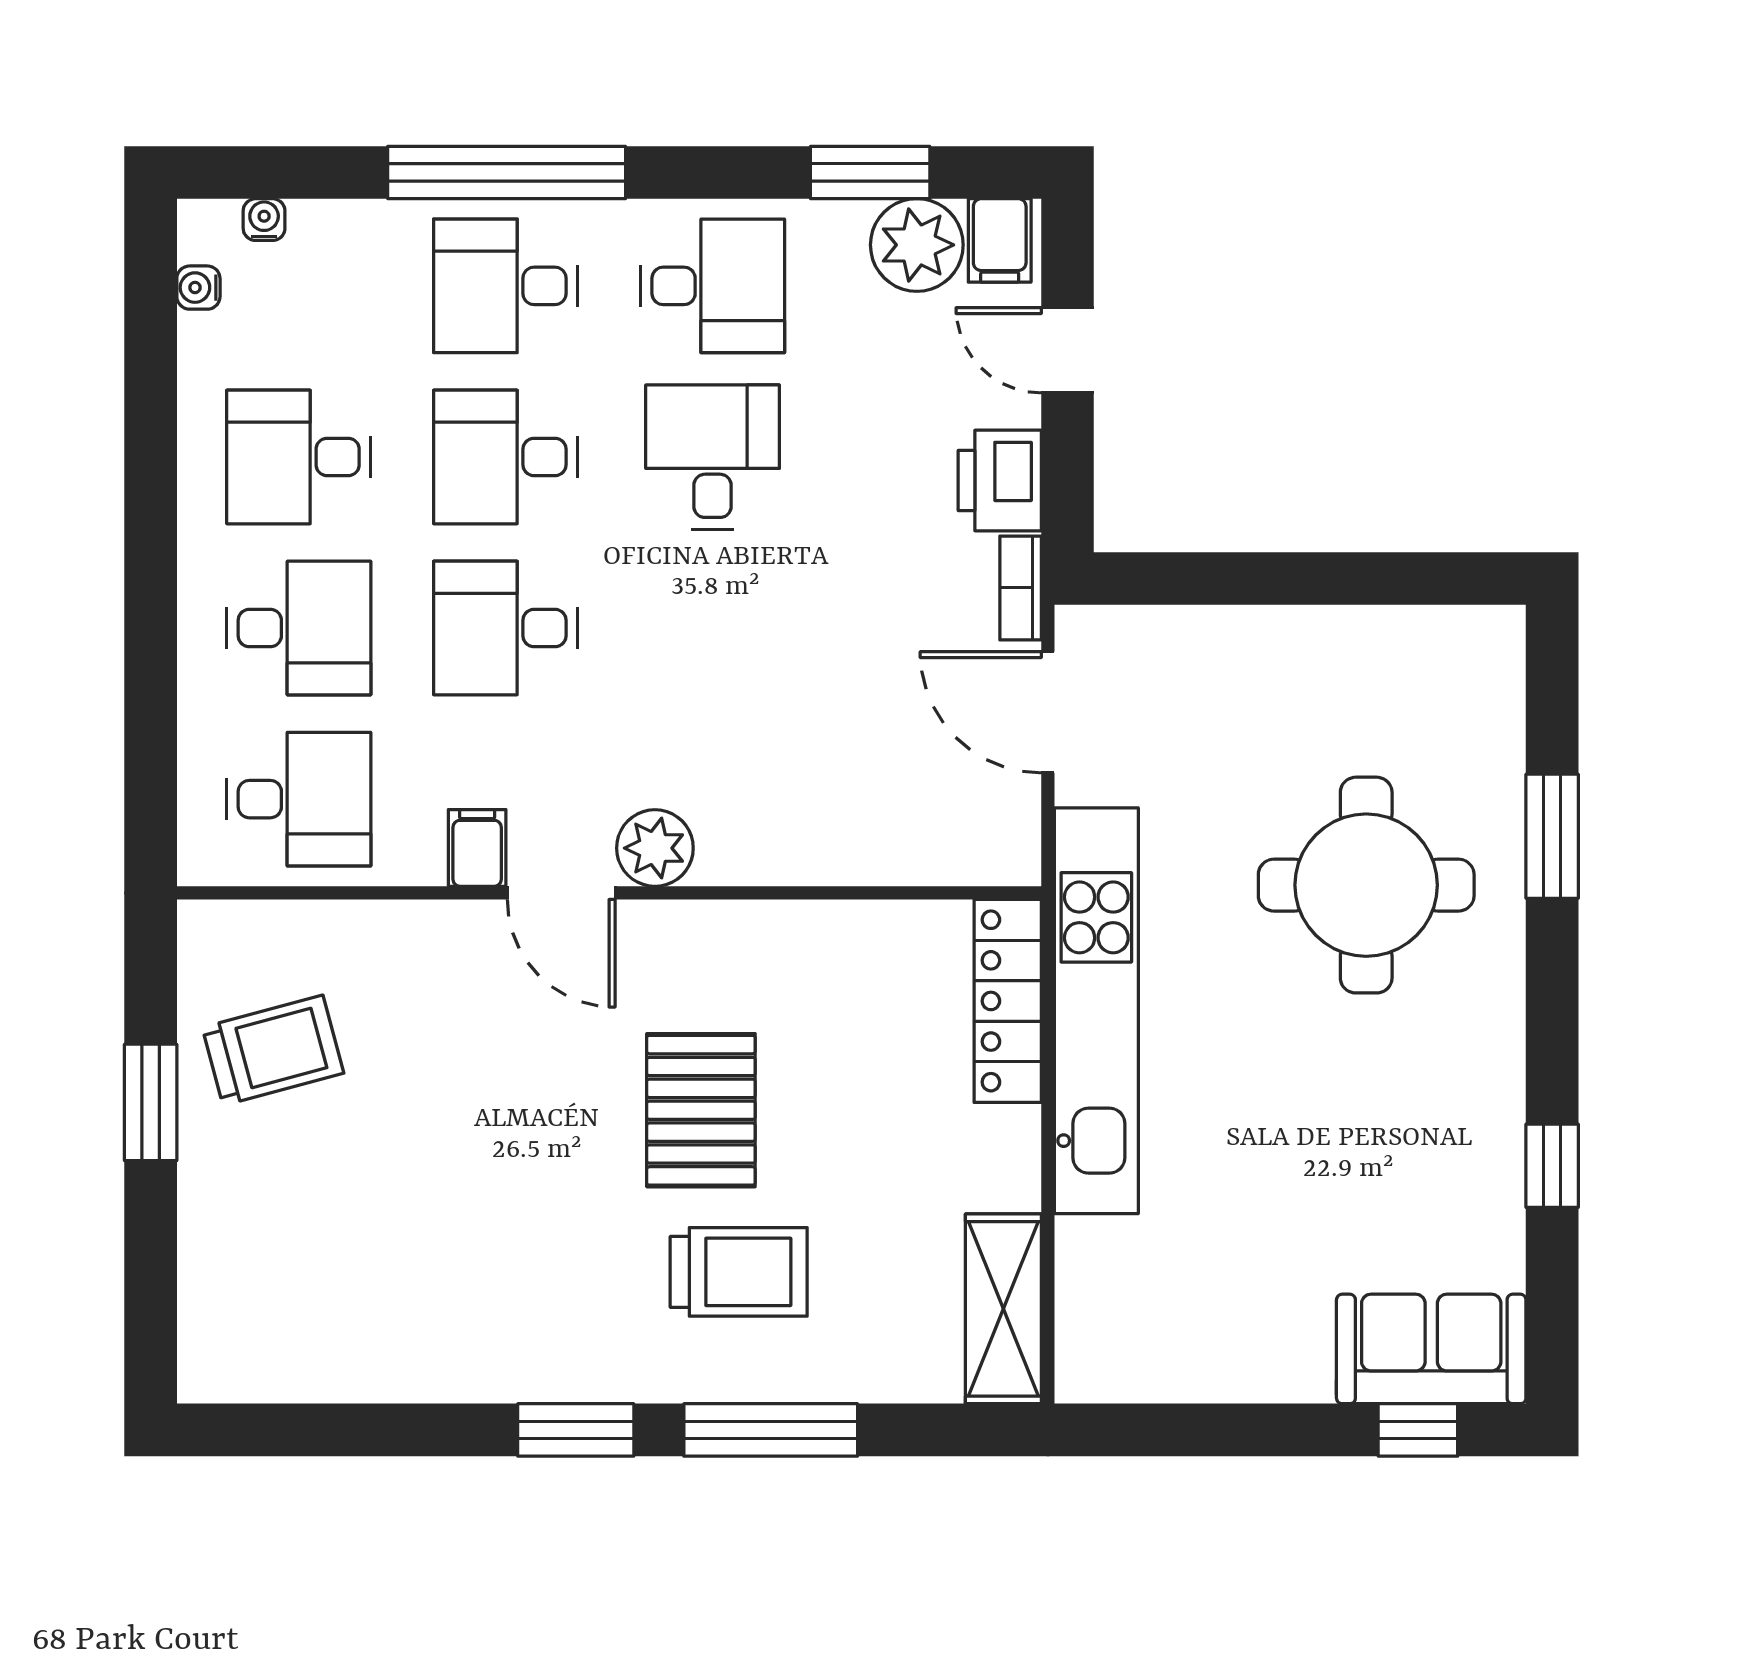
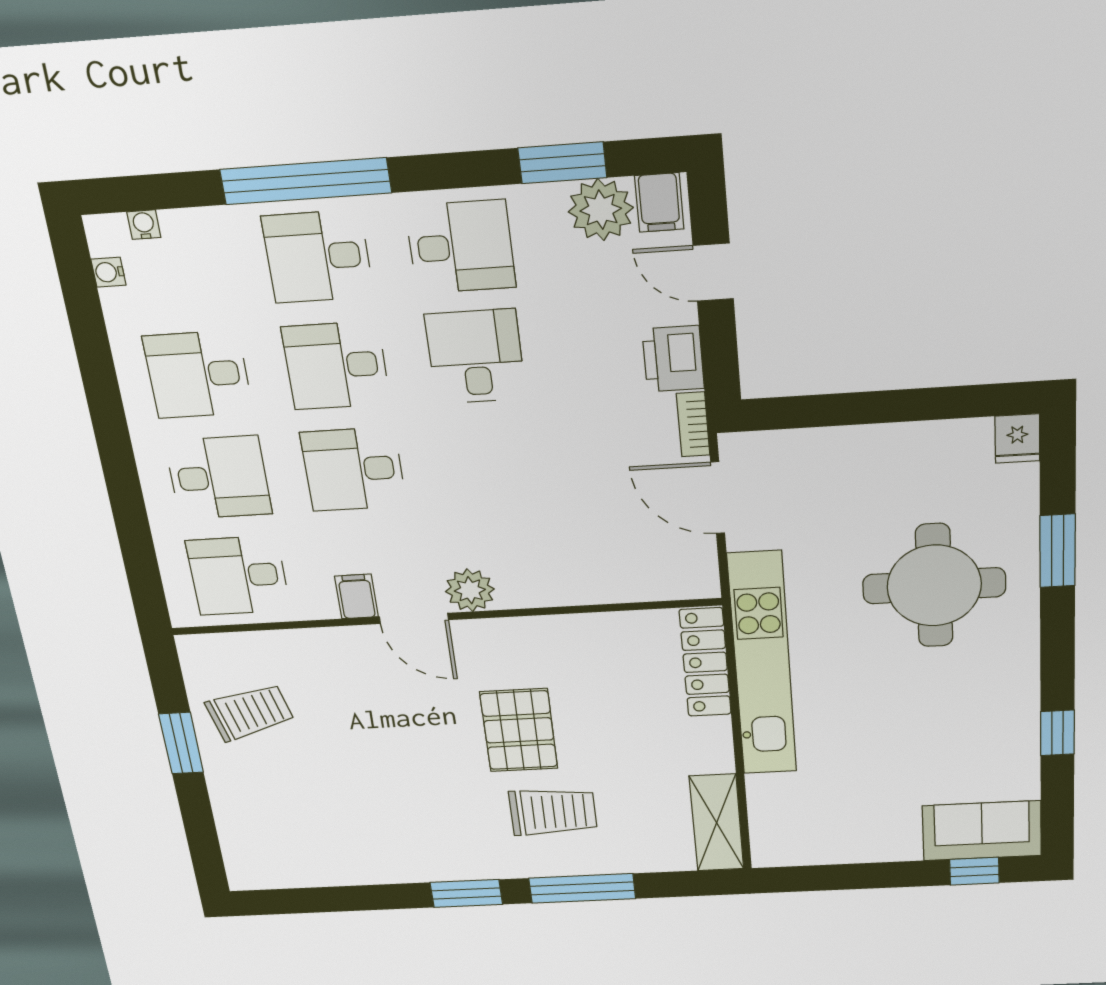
fridge: (1494, 643) -> (1017, 439), added
desk: (299, 799) -> (238, 576), turned 180

